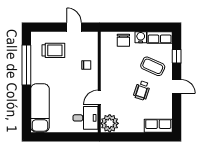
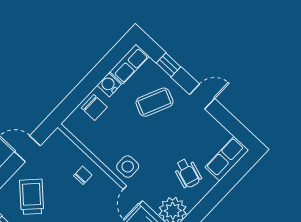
trolley: (53, 50) -> (32, 197), turned -46
side table: (110, 82) -> (128, 167), added
wheelchair: (142, 90) -> (188, 173), moved

